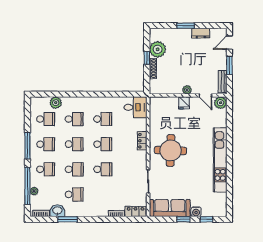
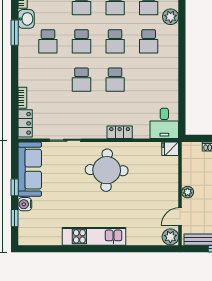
fridge: (184, 103) -> (170, 149), moved
school desk: (103, 119) -> (149, 80), removed
kitchen unit: (220, 160) -> (94, 236), width x0.73

